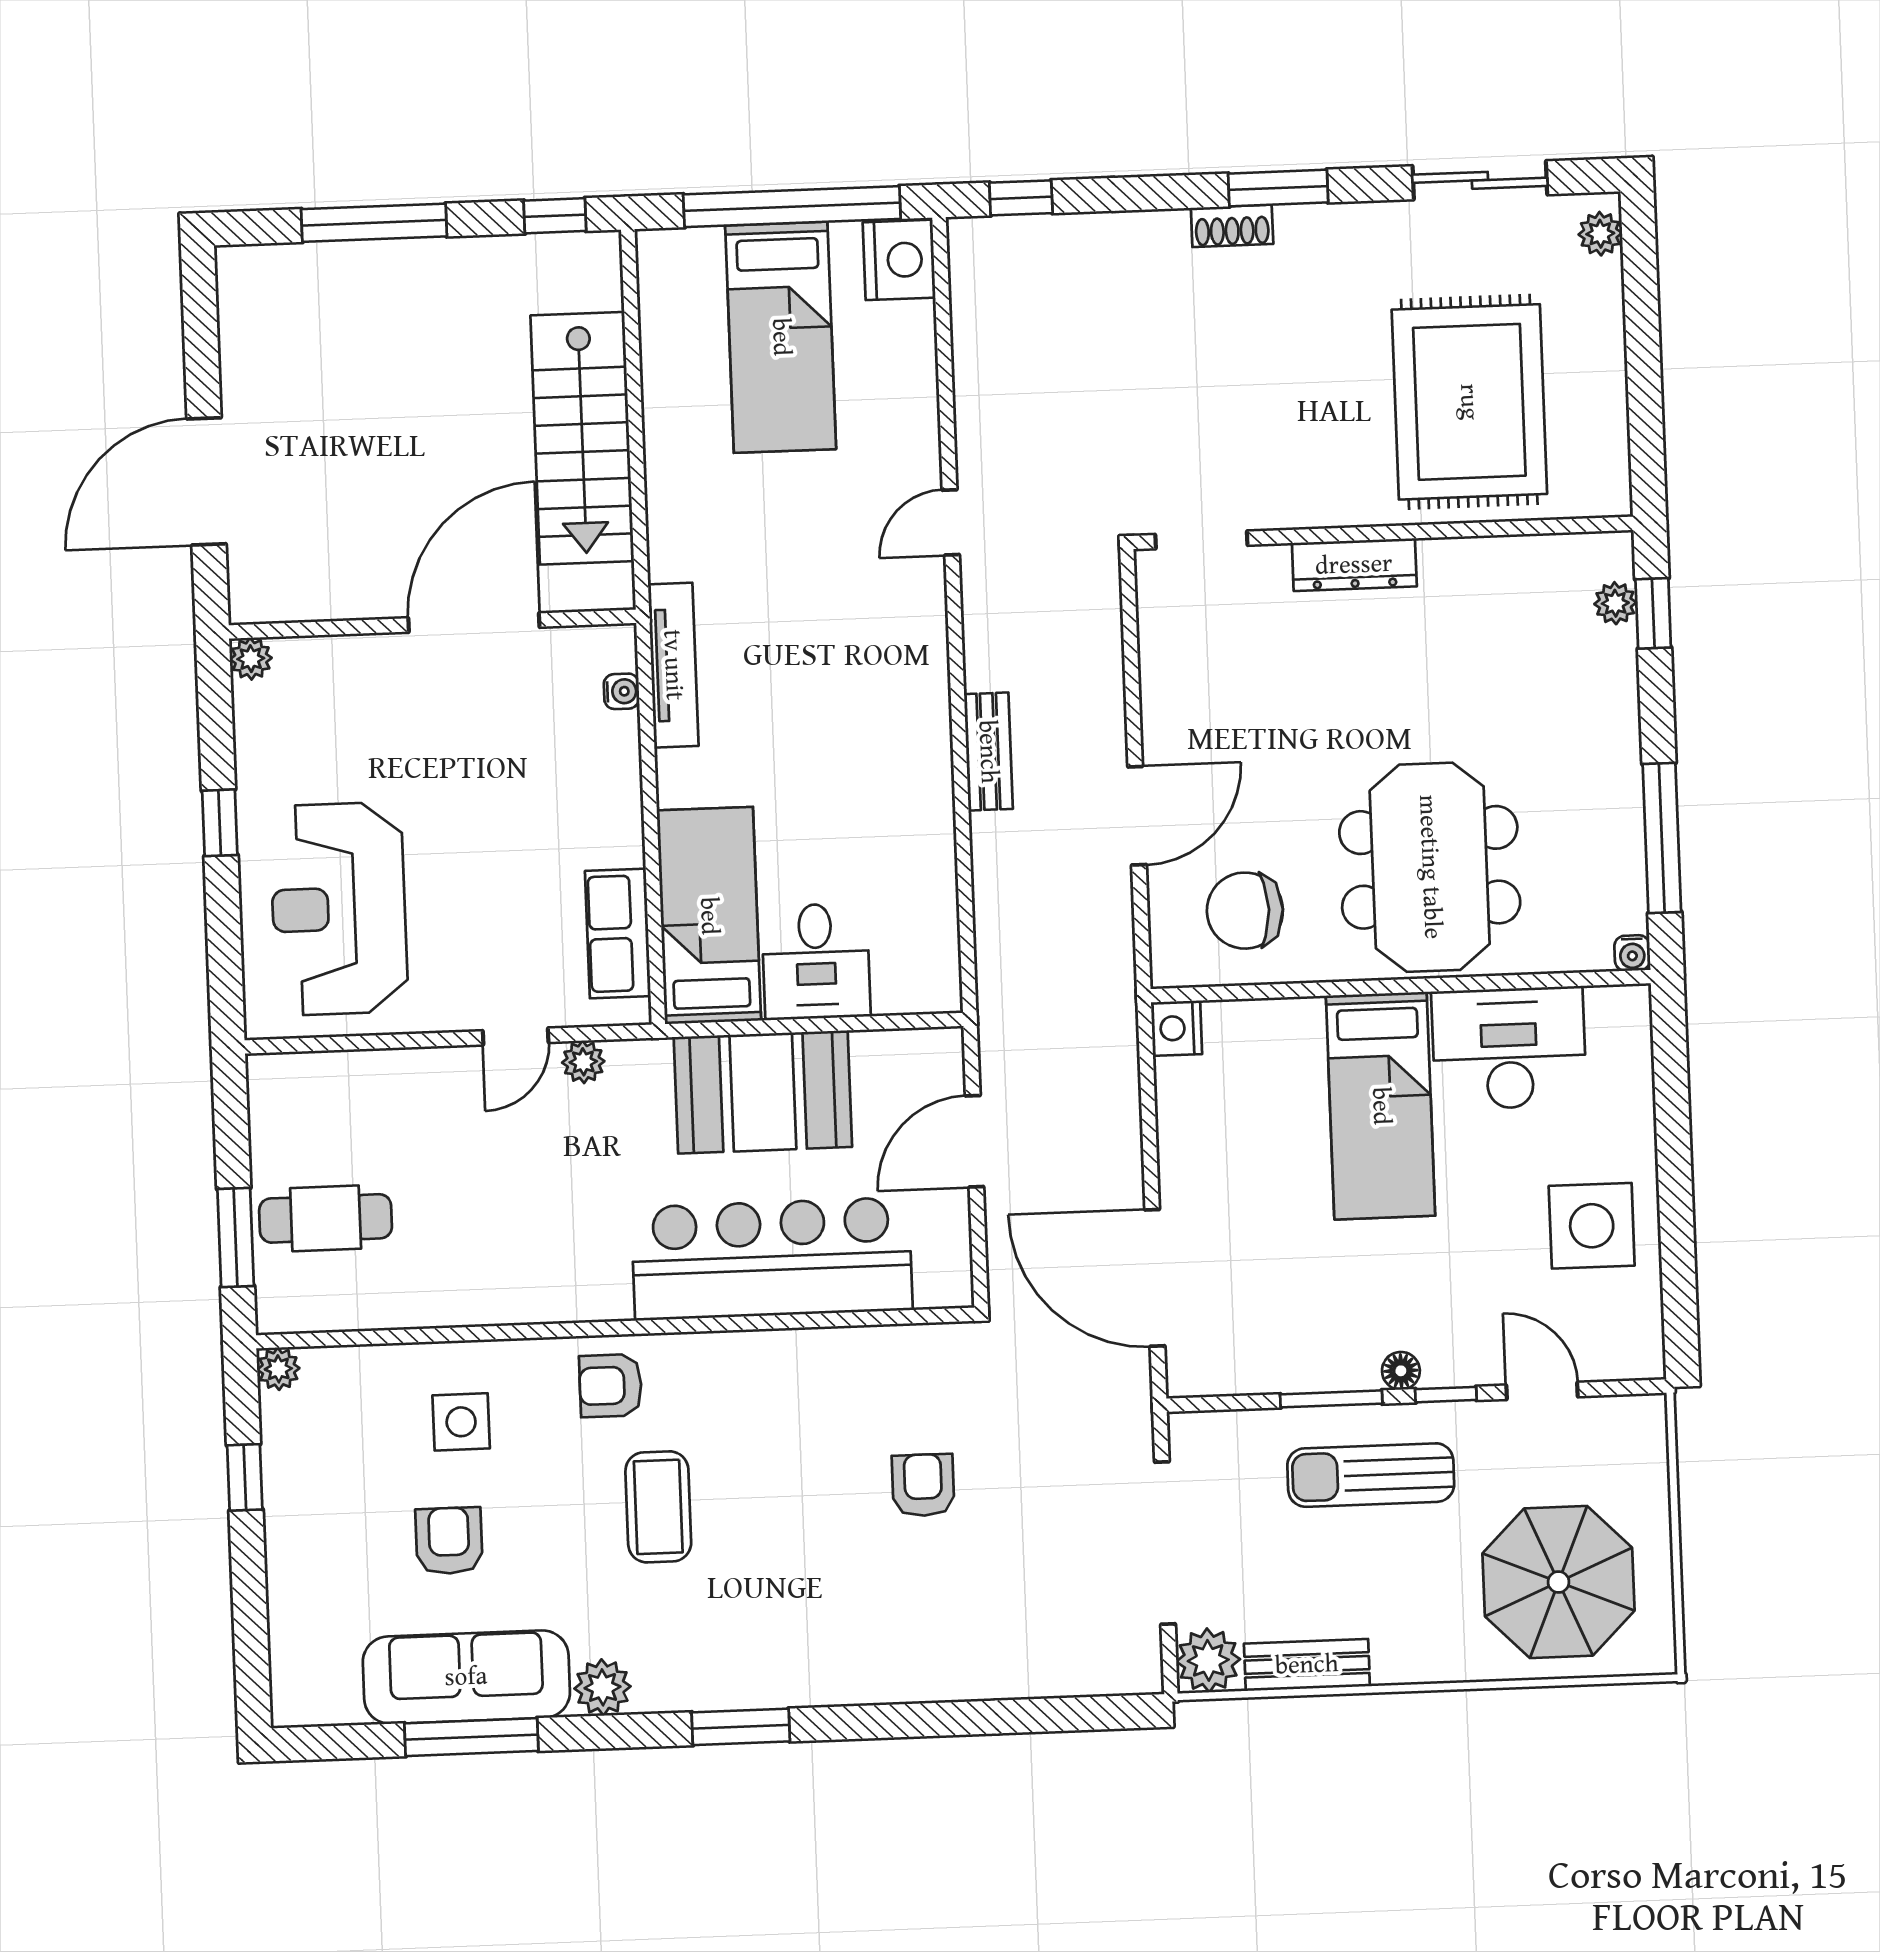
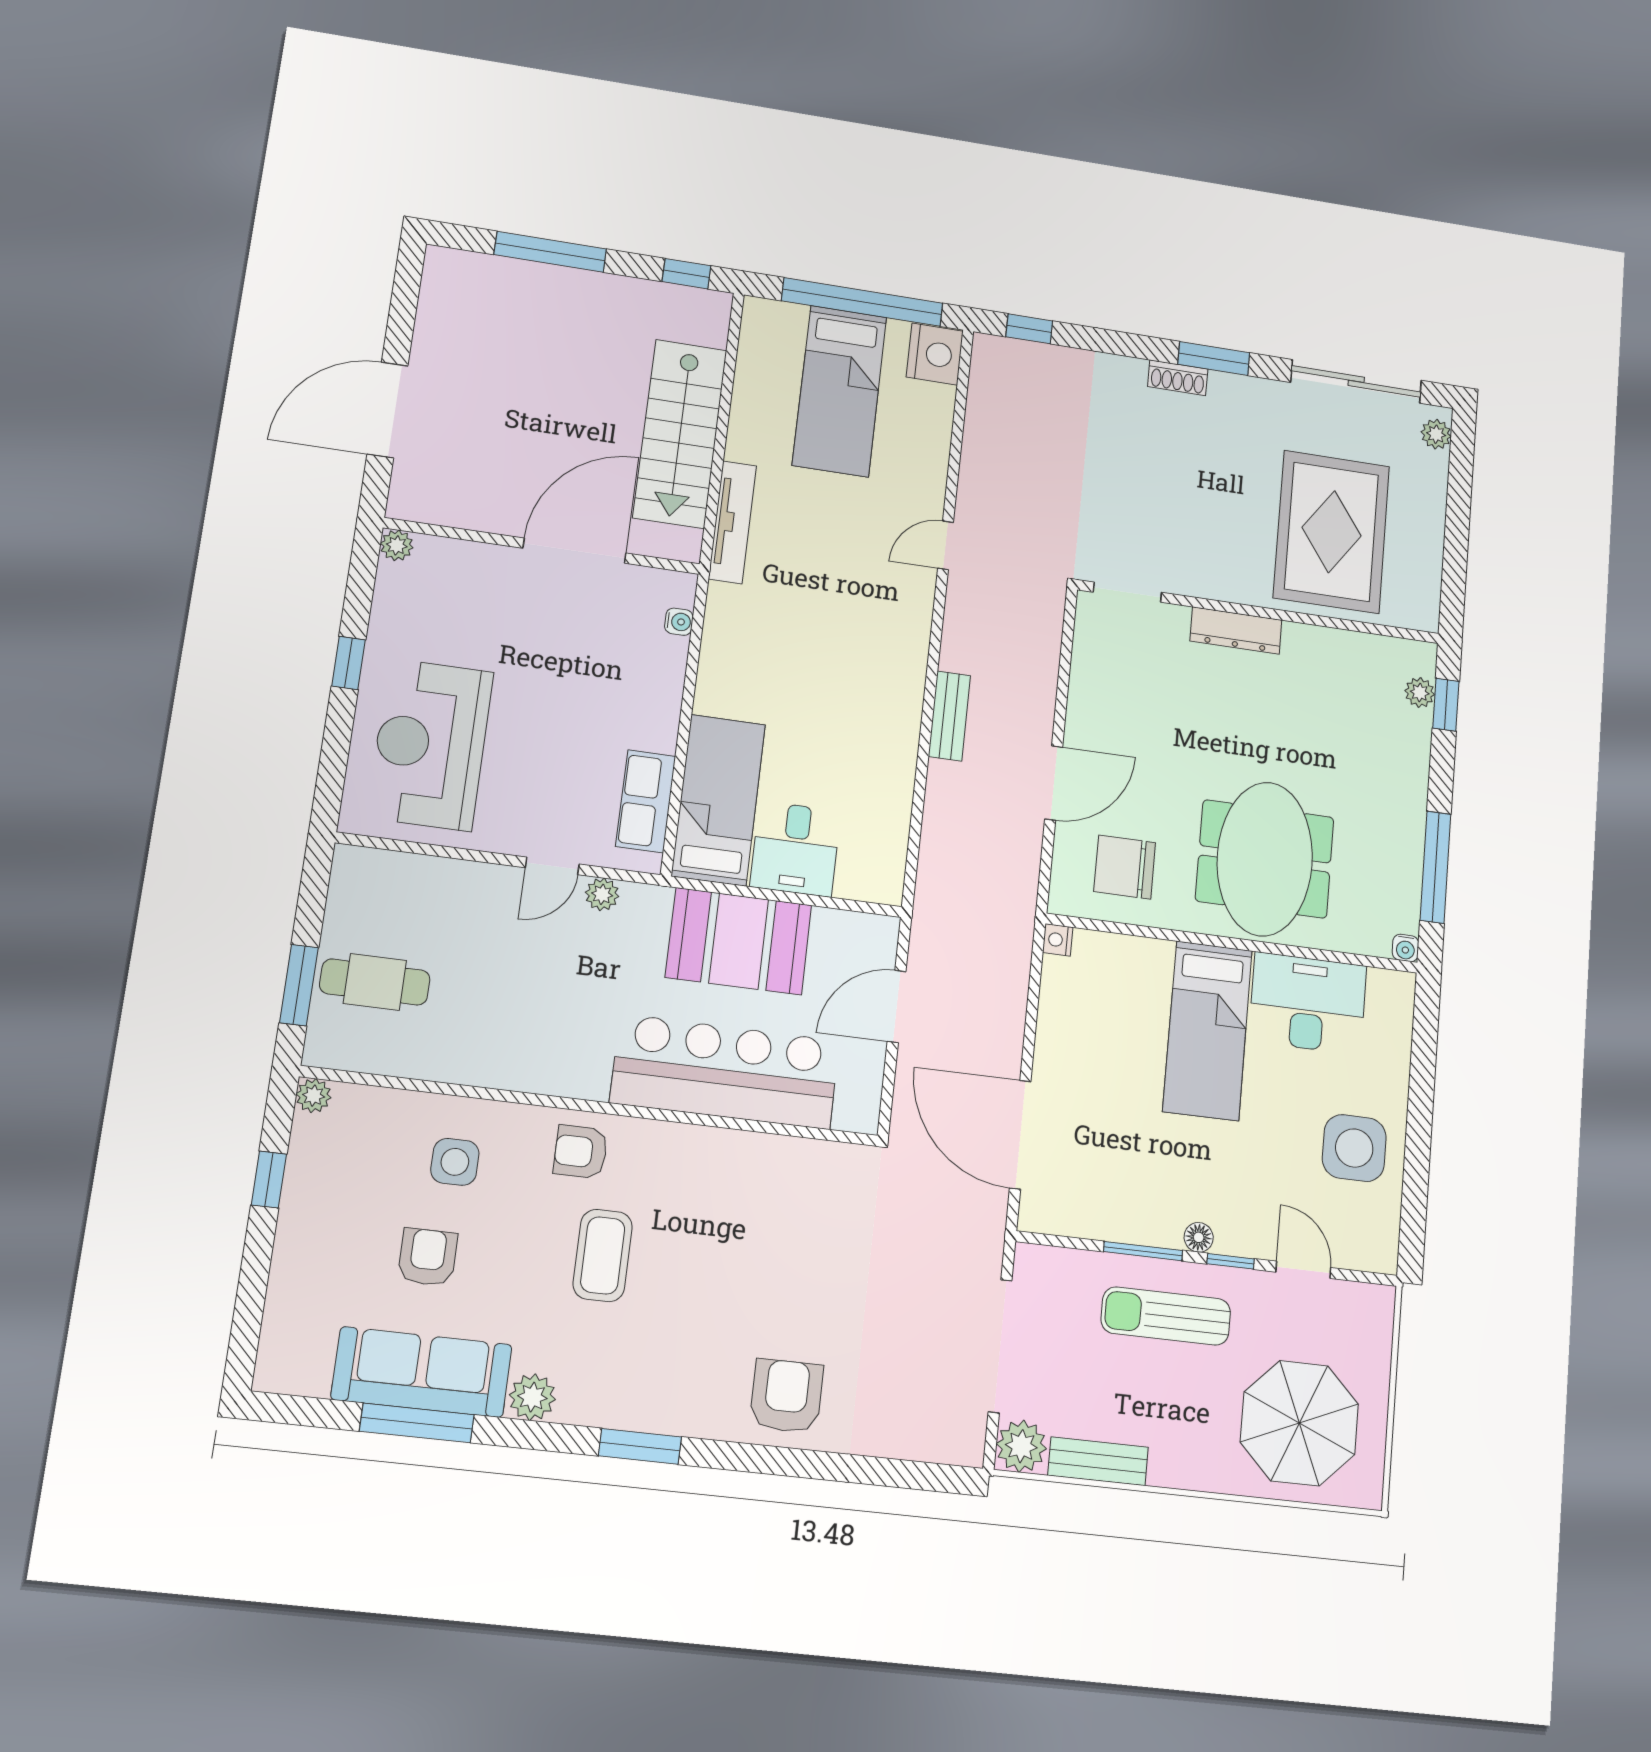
sliding door: (1480, 180) -> (1356, 381), width x1.37
tv unit: (673, 665) -> (732, 522), moved
nightstand: (1176, 1028) -> (1058, 940), width x0.72, depth x0.74
armchair: (923, 1485) -> (787, 1396), moved, width x1.38, depth x1.38

